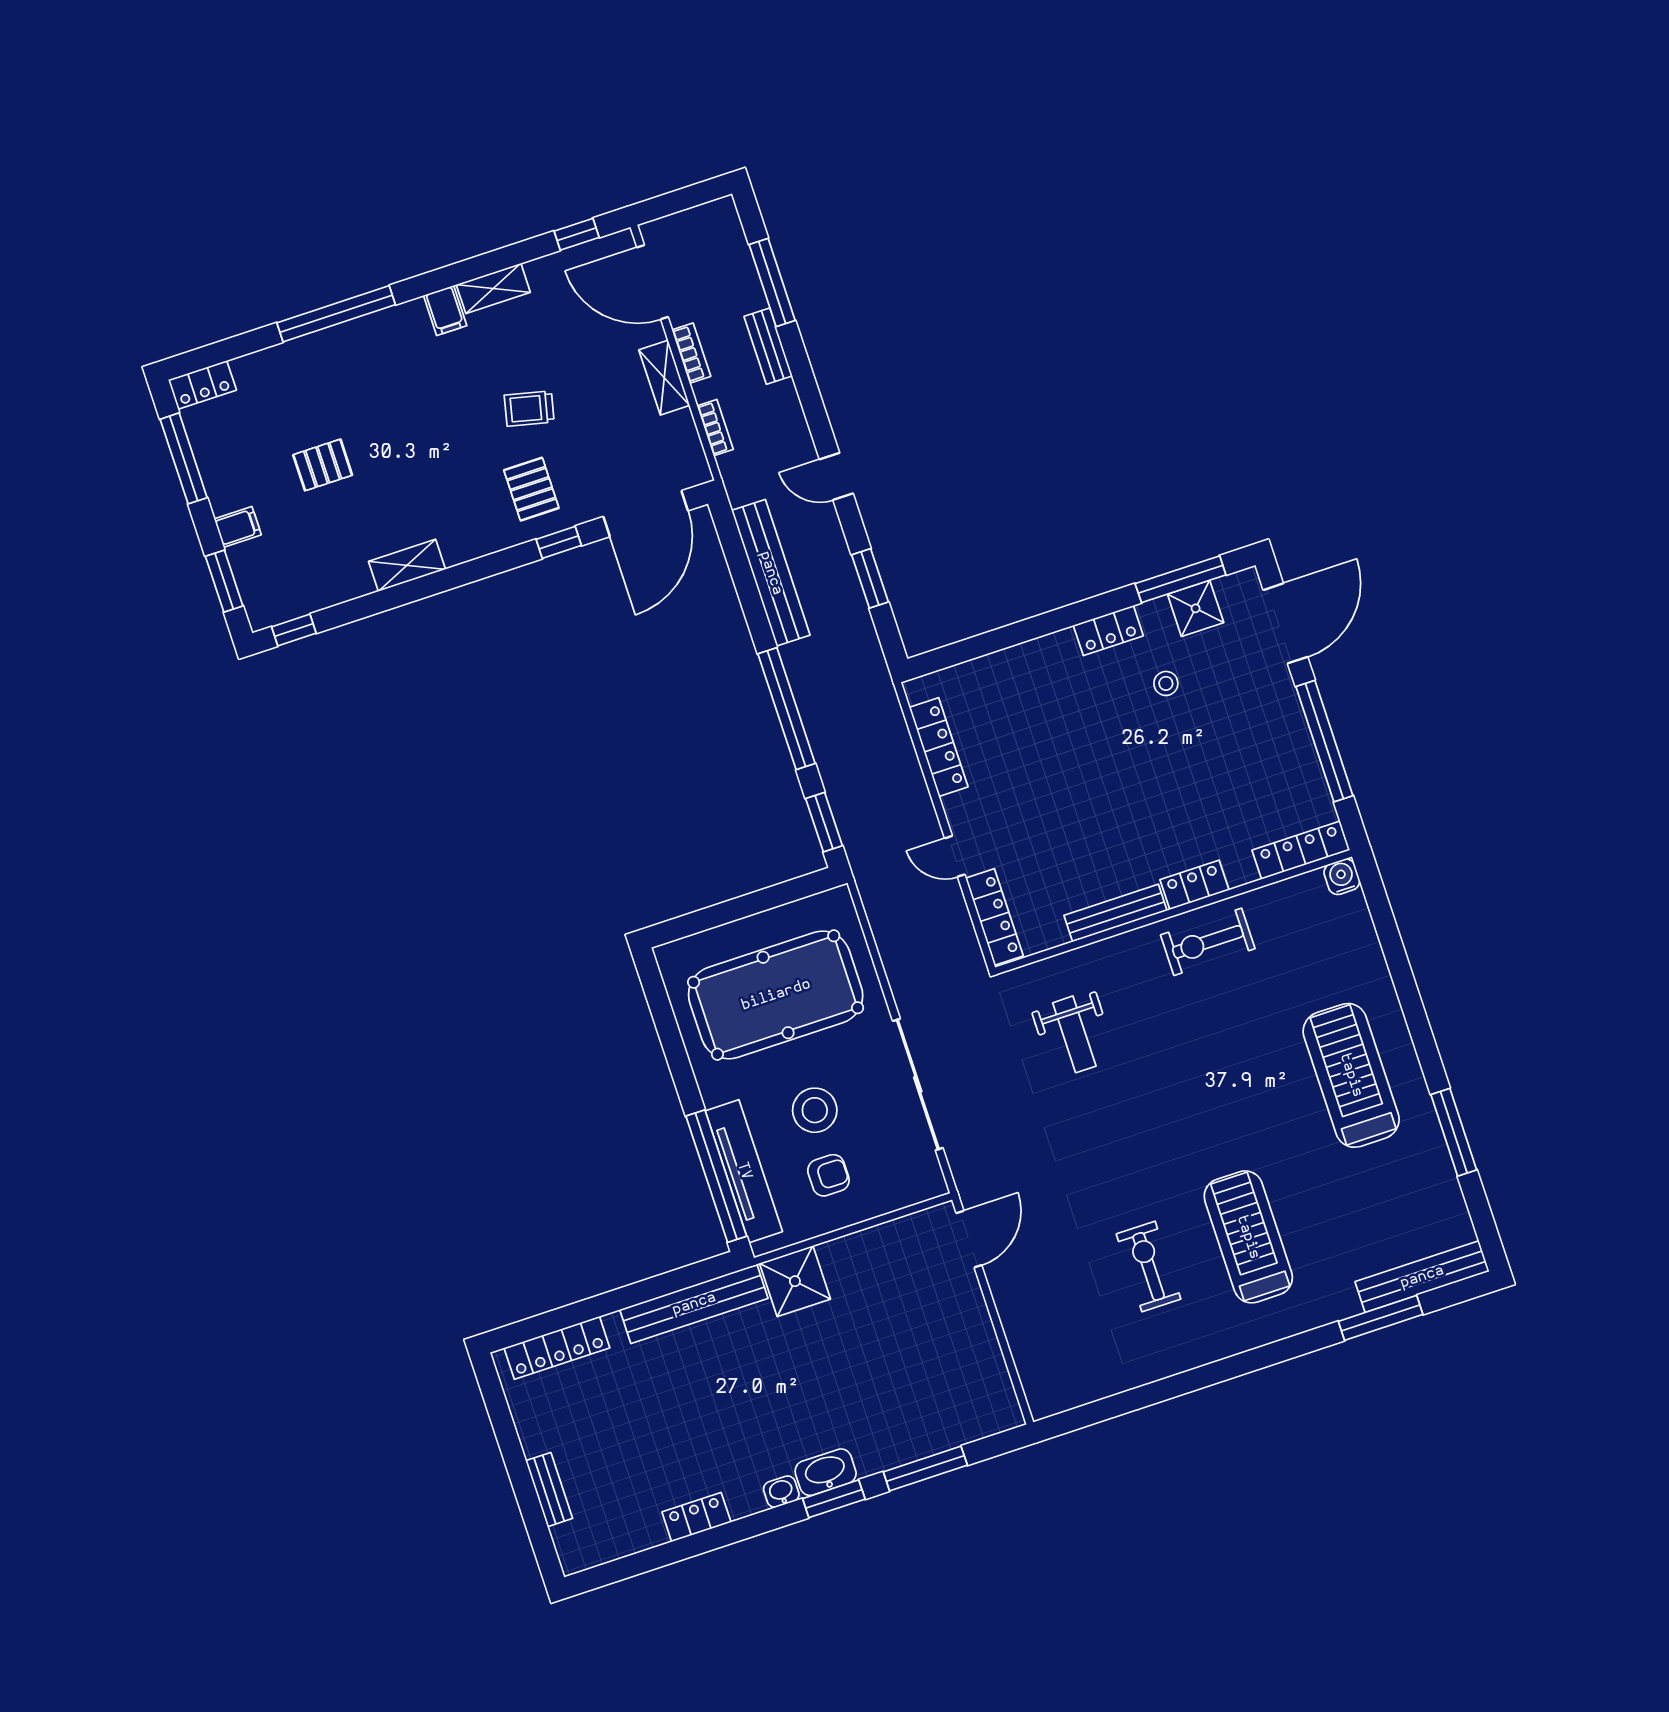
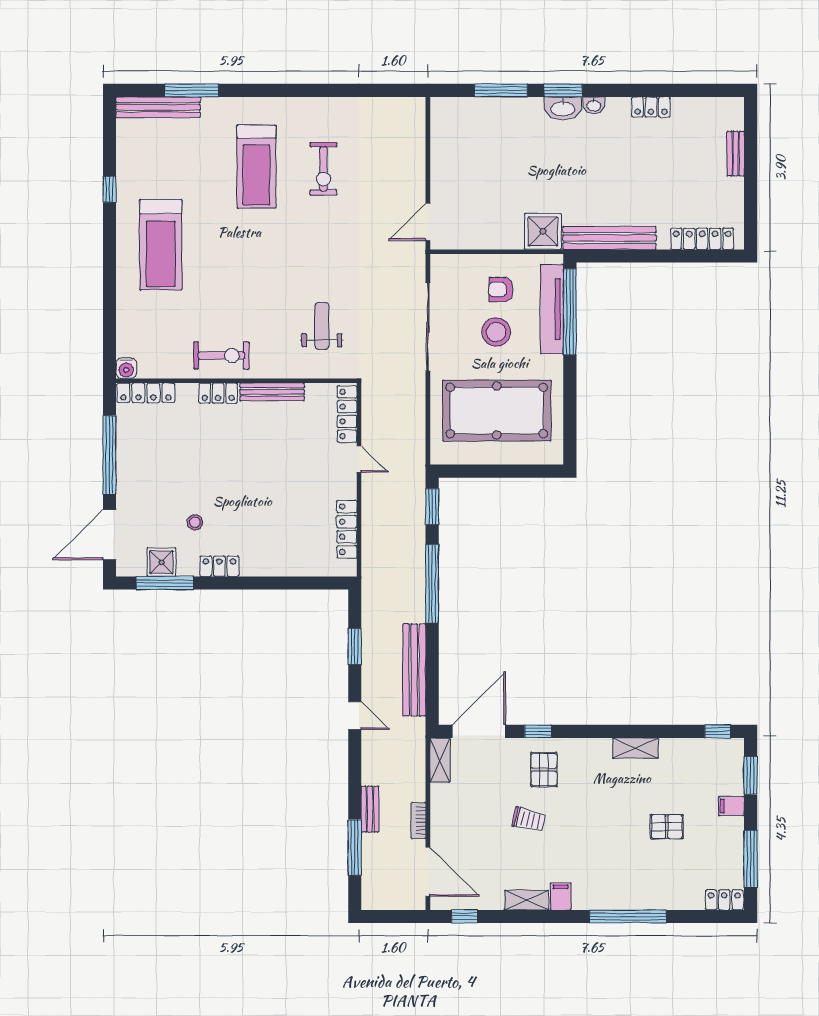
shelving: (664, 378) -> (440, 760), moved
bookcase: (715, 428) -> (419, 770), removed
window: (1454, 1132) -> (109, 189), width x0.46

